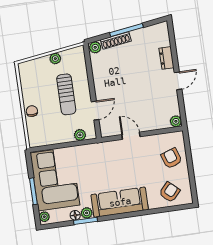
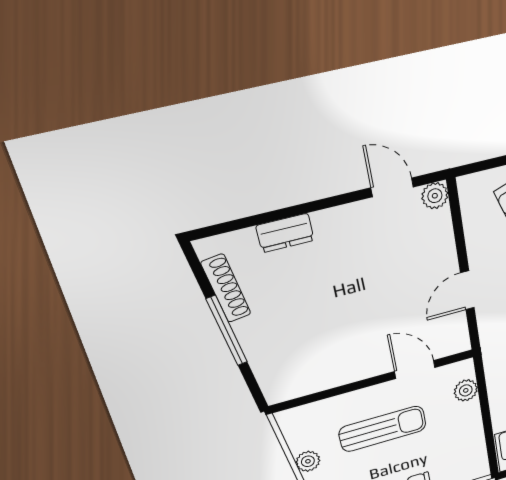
shoe rack: (116, 40) -> (226, 288), moved
plant: (95, 47) -> (275, 390), removed
door: (178, 81) -> (392, 187), moved

